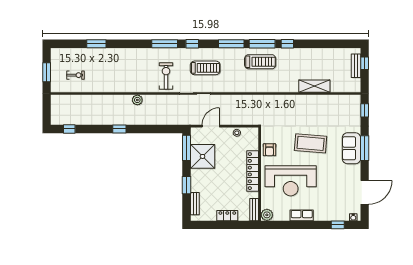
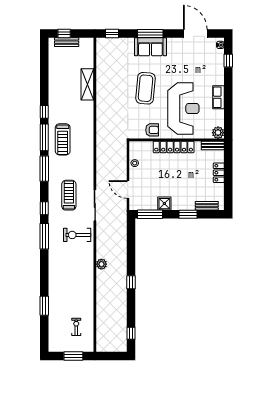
treadmill: (260, 62) -> (63, 139), turned 180
shower: (203, 156) -> (164, 204), width x0.54, depth x0.54

